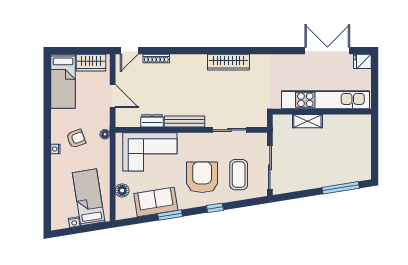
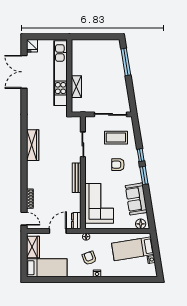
dresser: (152, 121) -> (76, 221), moved
armchair: (202, 177) -> (118, 165), width x0.53, depth x0.53
floor lamp: (122, 190) -> (141, 224), moved
window: (170, 215) -> (144, 175), moved

